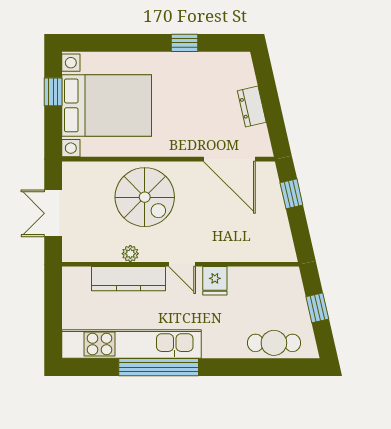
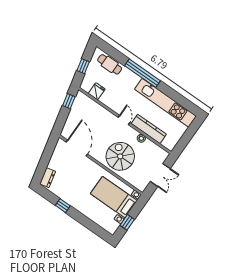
bed with nightstands: (107, 105) -> (114, 197), width x0.73
dresser: (252, 106) -> (48, 178), moved
window: (291, 194) -> (69, 101), moved
fridge: (215, 281) -> (97, 91), moved
window: (159, 367) -> (142, 73), moved

